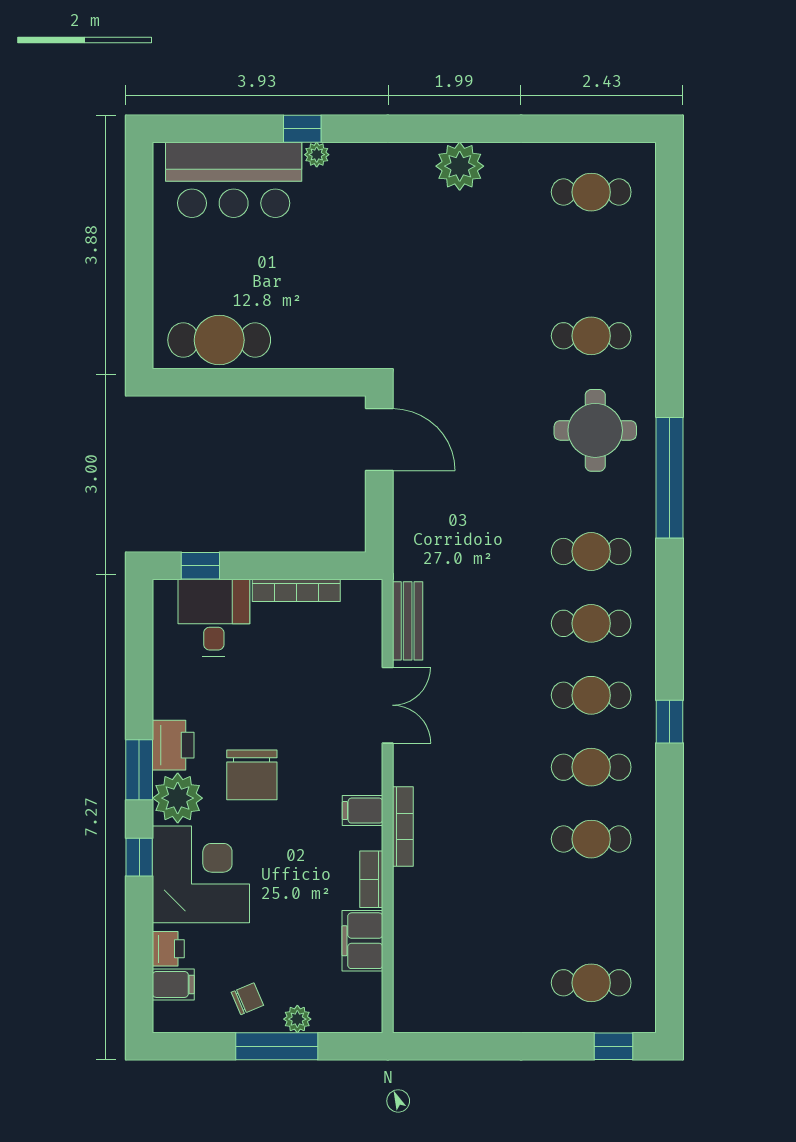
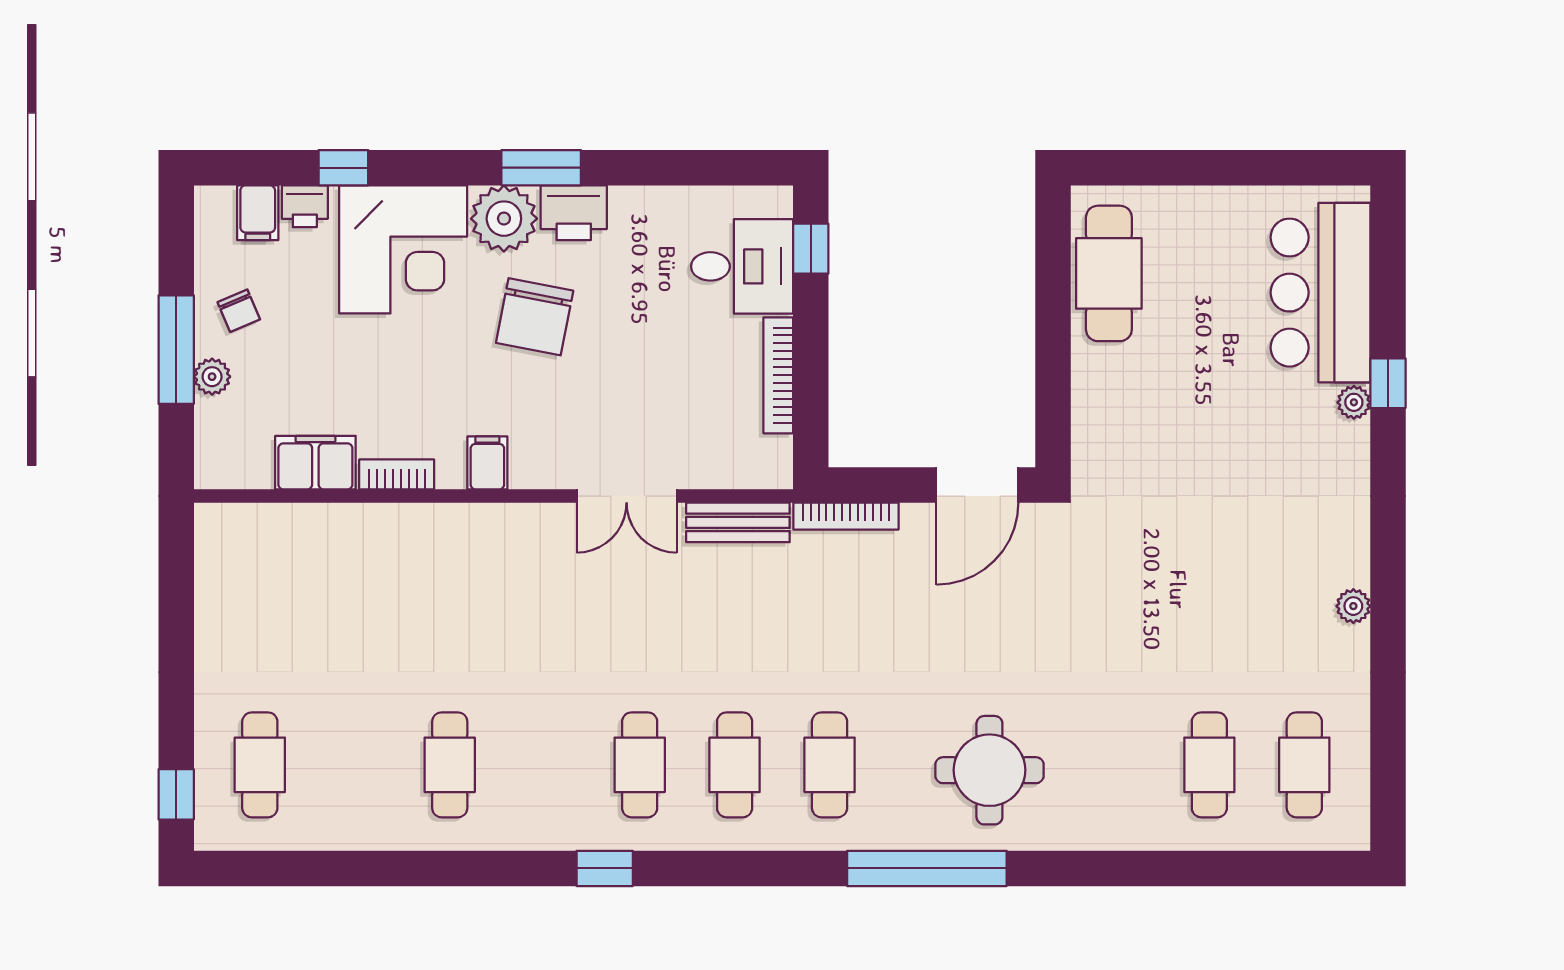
plant: (460, 166) -> (1353, 606), width x0.53, depth x0.53
cafe table: (591, 336) -> (1209, 765), moved
cafe table: (591, 767) -> (545, 765), removed
chair: (252, 775) -> (535, 317), turned -79
bookcase: (403, 827) -> (846, 516), moved
window: (139, 857) -> (343, 168), moved

